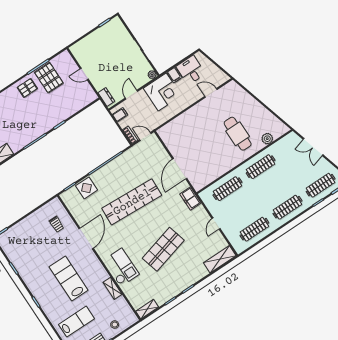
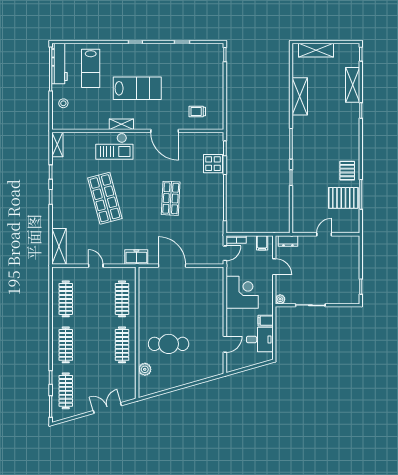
corner desk: (162, 92) -> (242, 292), moved, turned 180
shop shelf: (132, 202) -> (171, 198), width x0.50, depth x0.74
shelving: (112, 288) -> (121, 124), moved

